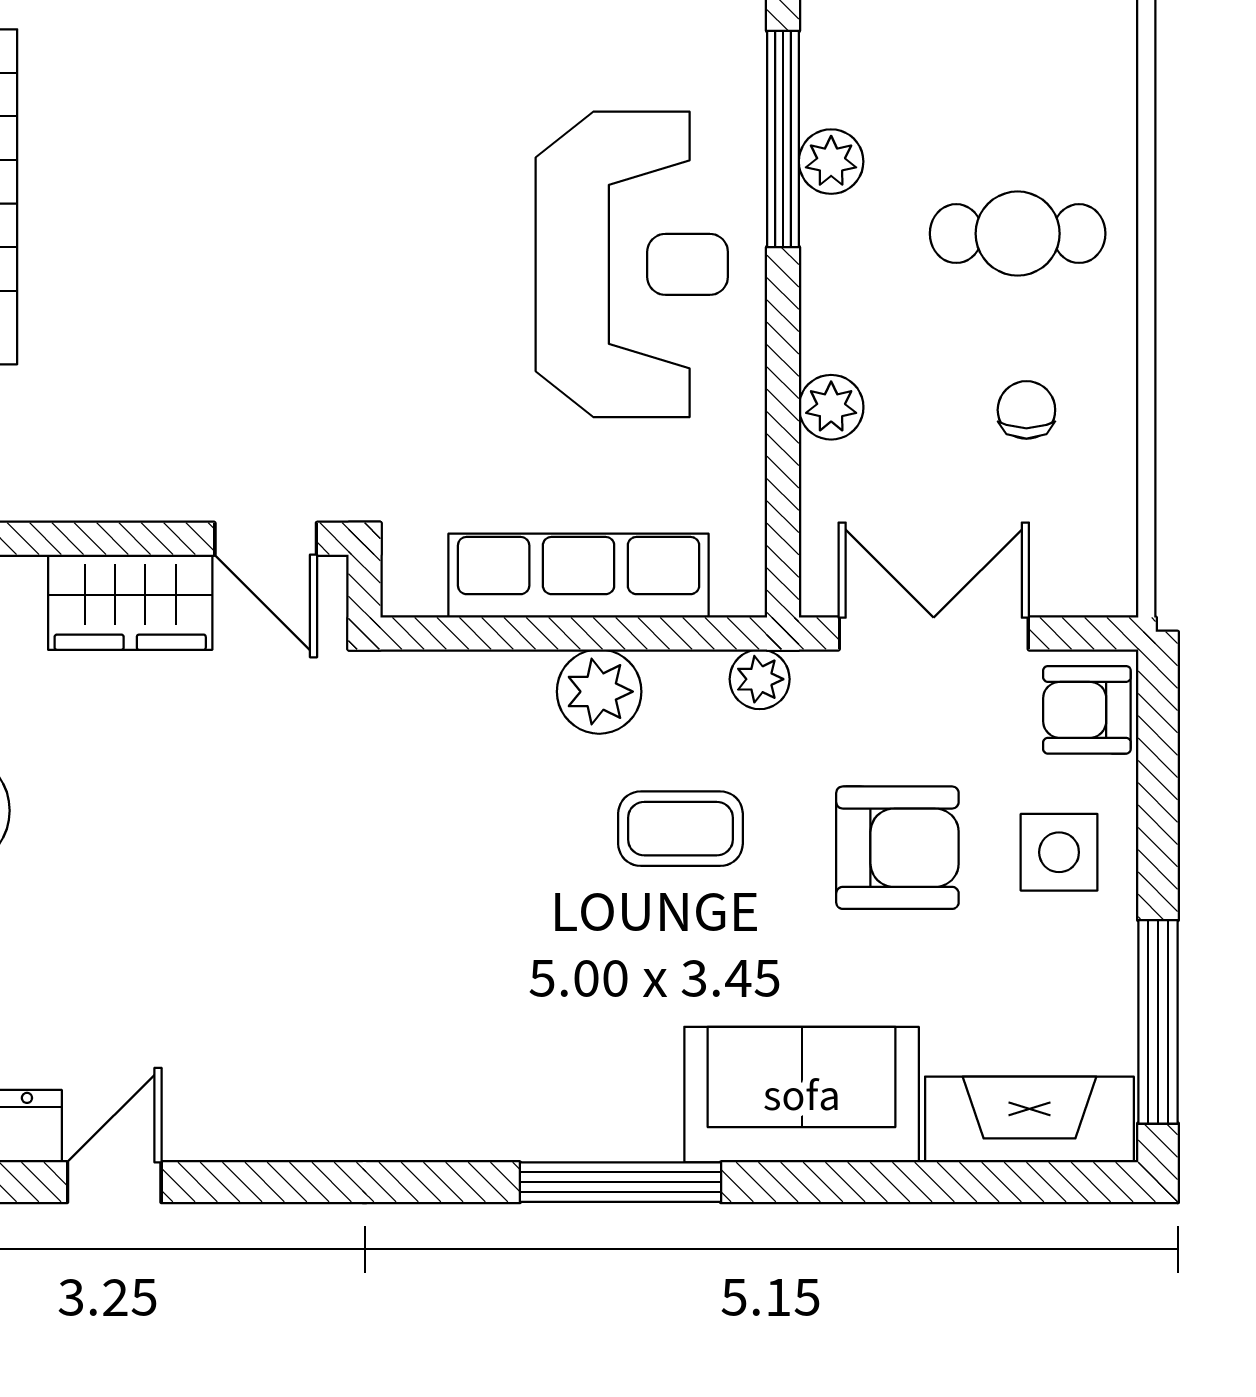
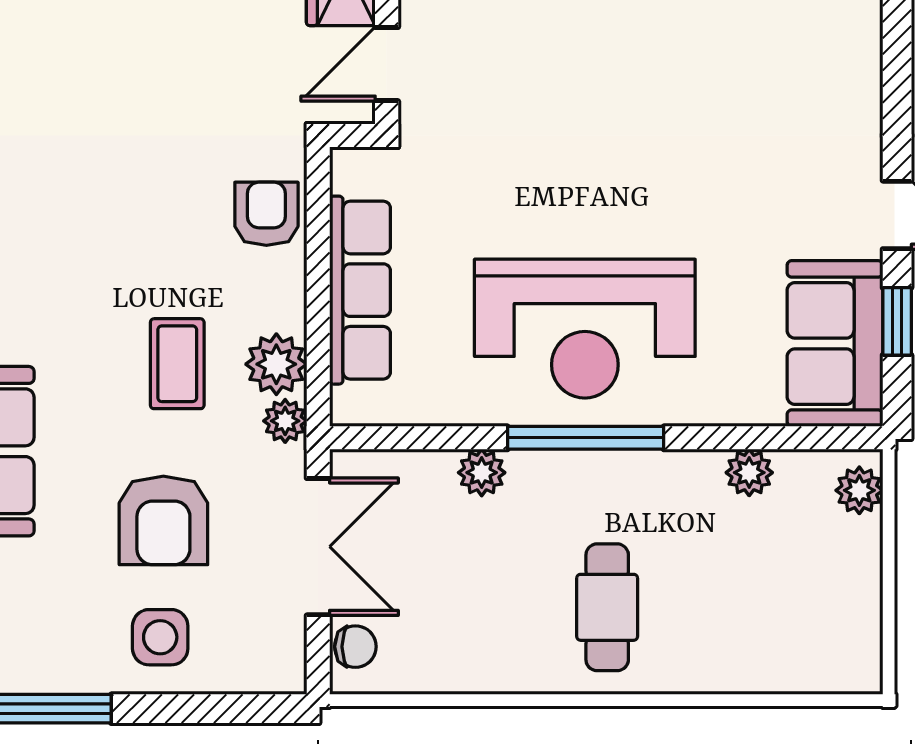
window: (783, 139) -> (586, 438), moved
plant: (831, 162) -> (749, 473), moved
chair: (1026, 410) -> (355, 647), moved
plant: (599, 692) -> (276, 364), moved
armchair: (1087, 710) -> (266, 214), moved

